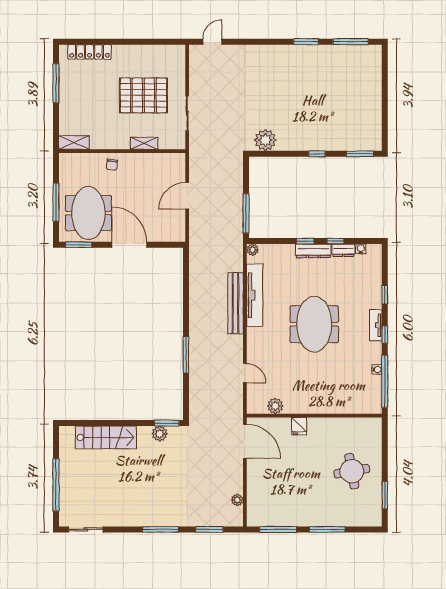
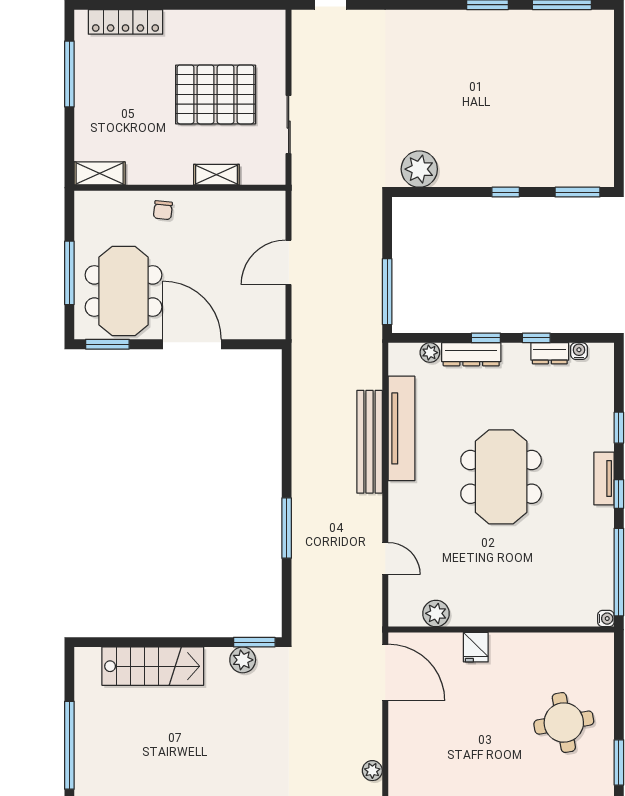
plant: (253, 250) -> (430, 353), moved
dresser: (313, 251) -> (471, 354), moved
water cooler: (377, 369) -> (606, 619), moved

